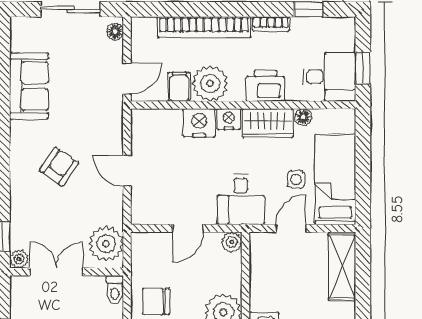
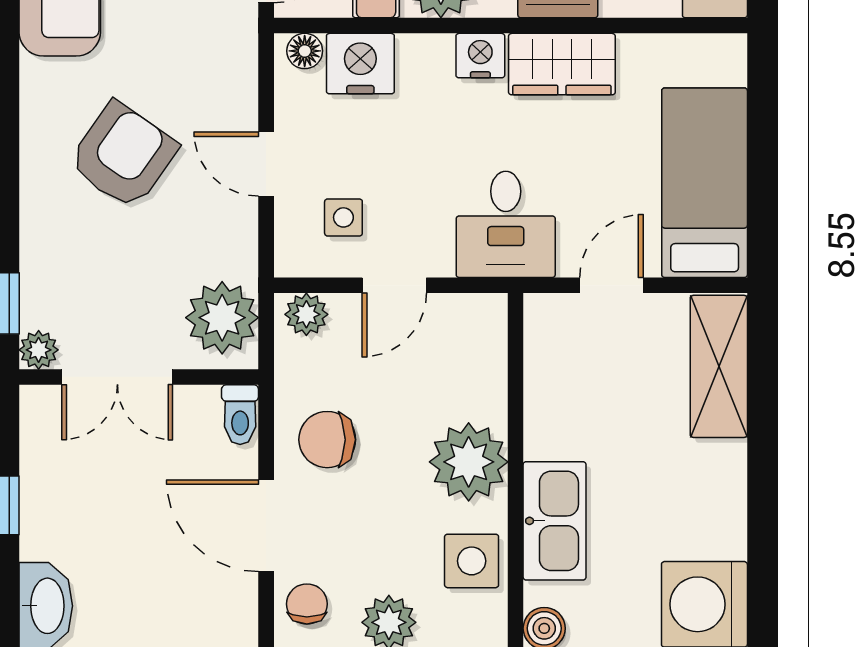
floor lamp: (303, 117) -> (305, 51), moved
nightstand: (199, 123) -> (360, 64), moved
armchair: (59, 167) -> (123, 155), width x1.38, depth x1.38
side table: (296, 179) -> (343, 217), moved
plant: (232, 242) -> (306, 314), moved
double door: (56, 272) -> (117, 377), swing flipped

